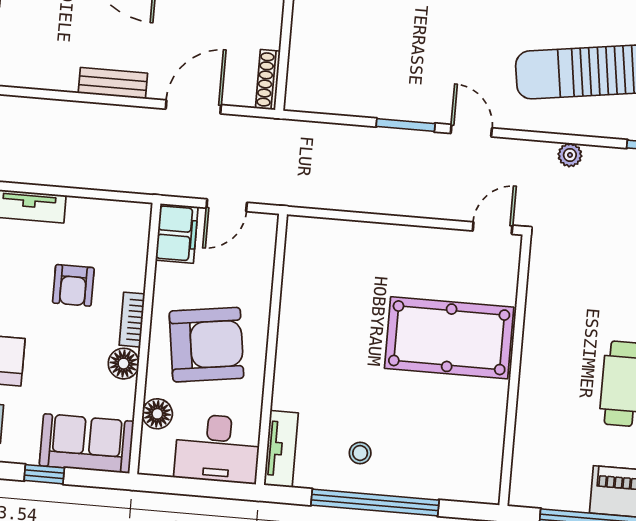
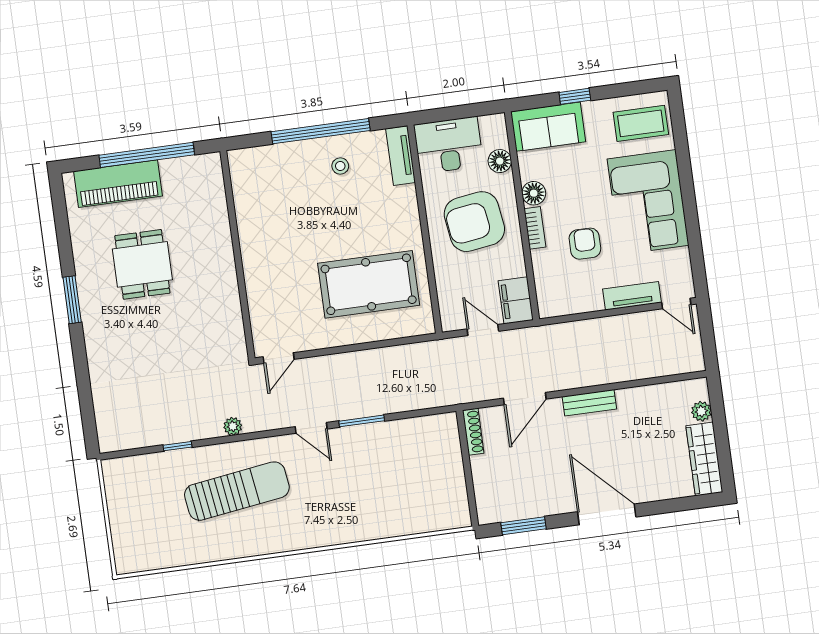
door: (227, 205) -> (483, 330), hinge flipped
pool table: (449, 338) -> (369, 284), moved

